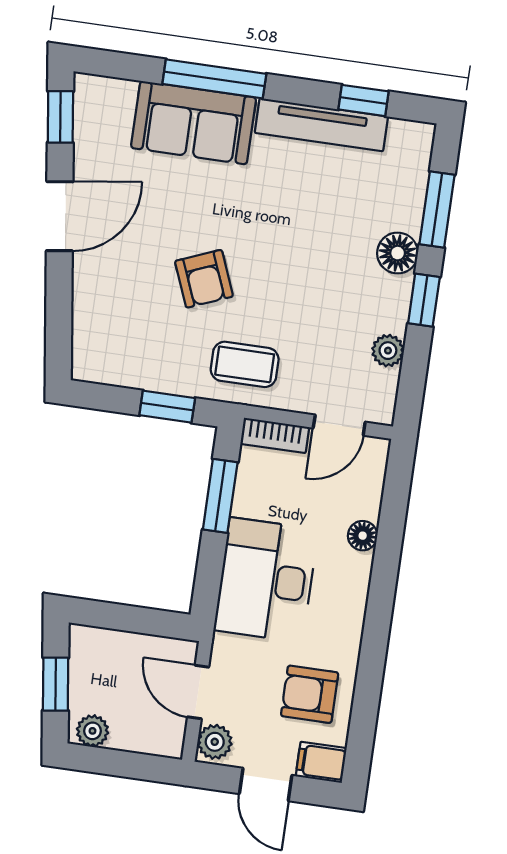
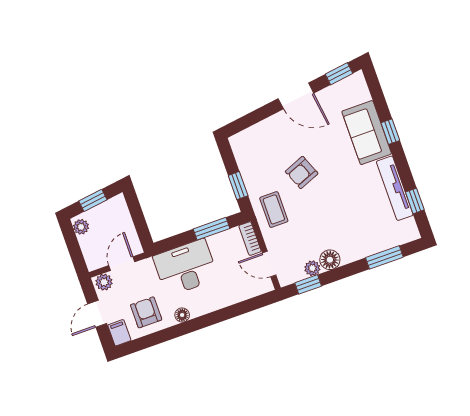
window: (214, 79) -> (390, 132), width x0.46
floor lamp: (398, 253) -> (330, 260), moved
window: (424, 300) -> (308, 284), moved
floor lamp: (363, 536) -> (182, 315), moved

